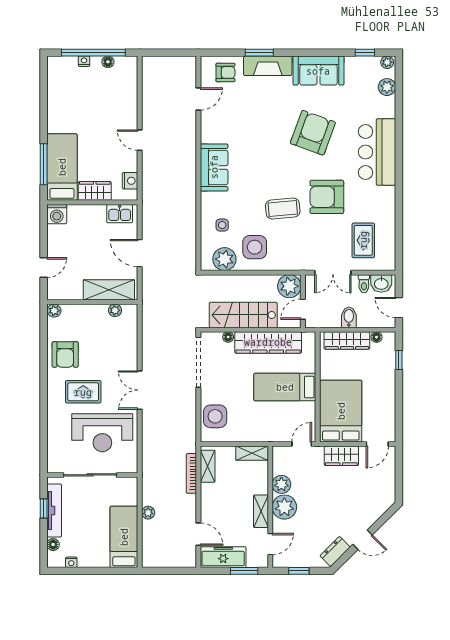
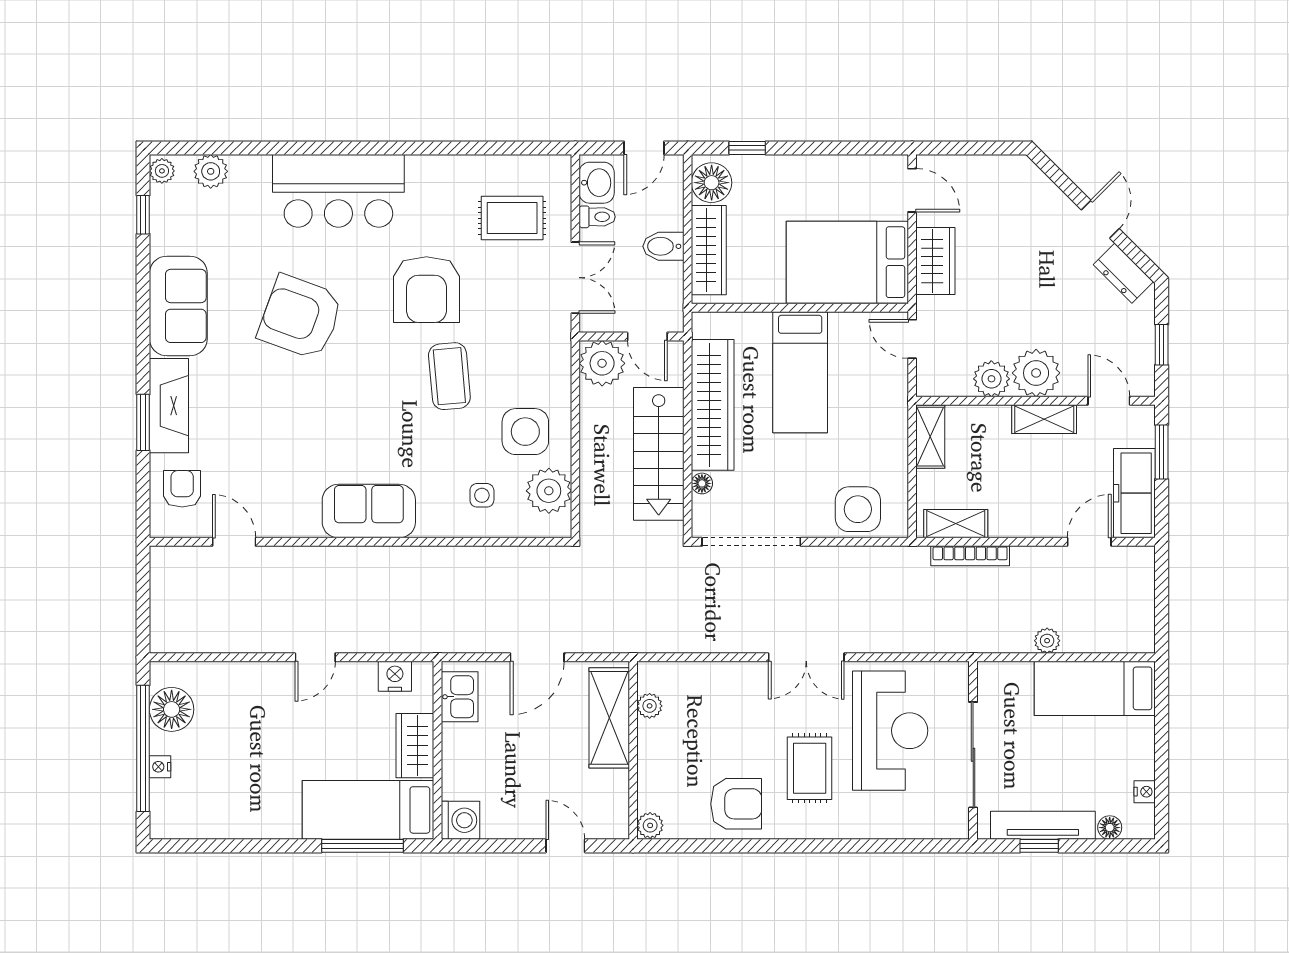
floor lamp: (108, 62) -> (172, 709), width x1.89, depth x1.89
floor lamp: (376, 337) -> (712, 183), width x1.89, depth x1.89

